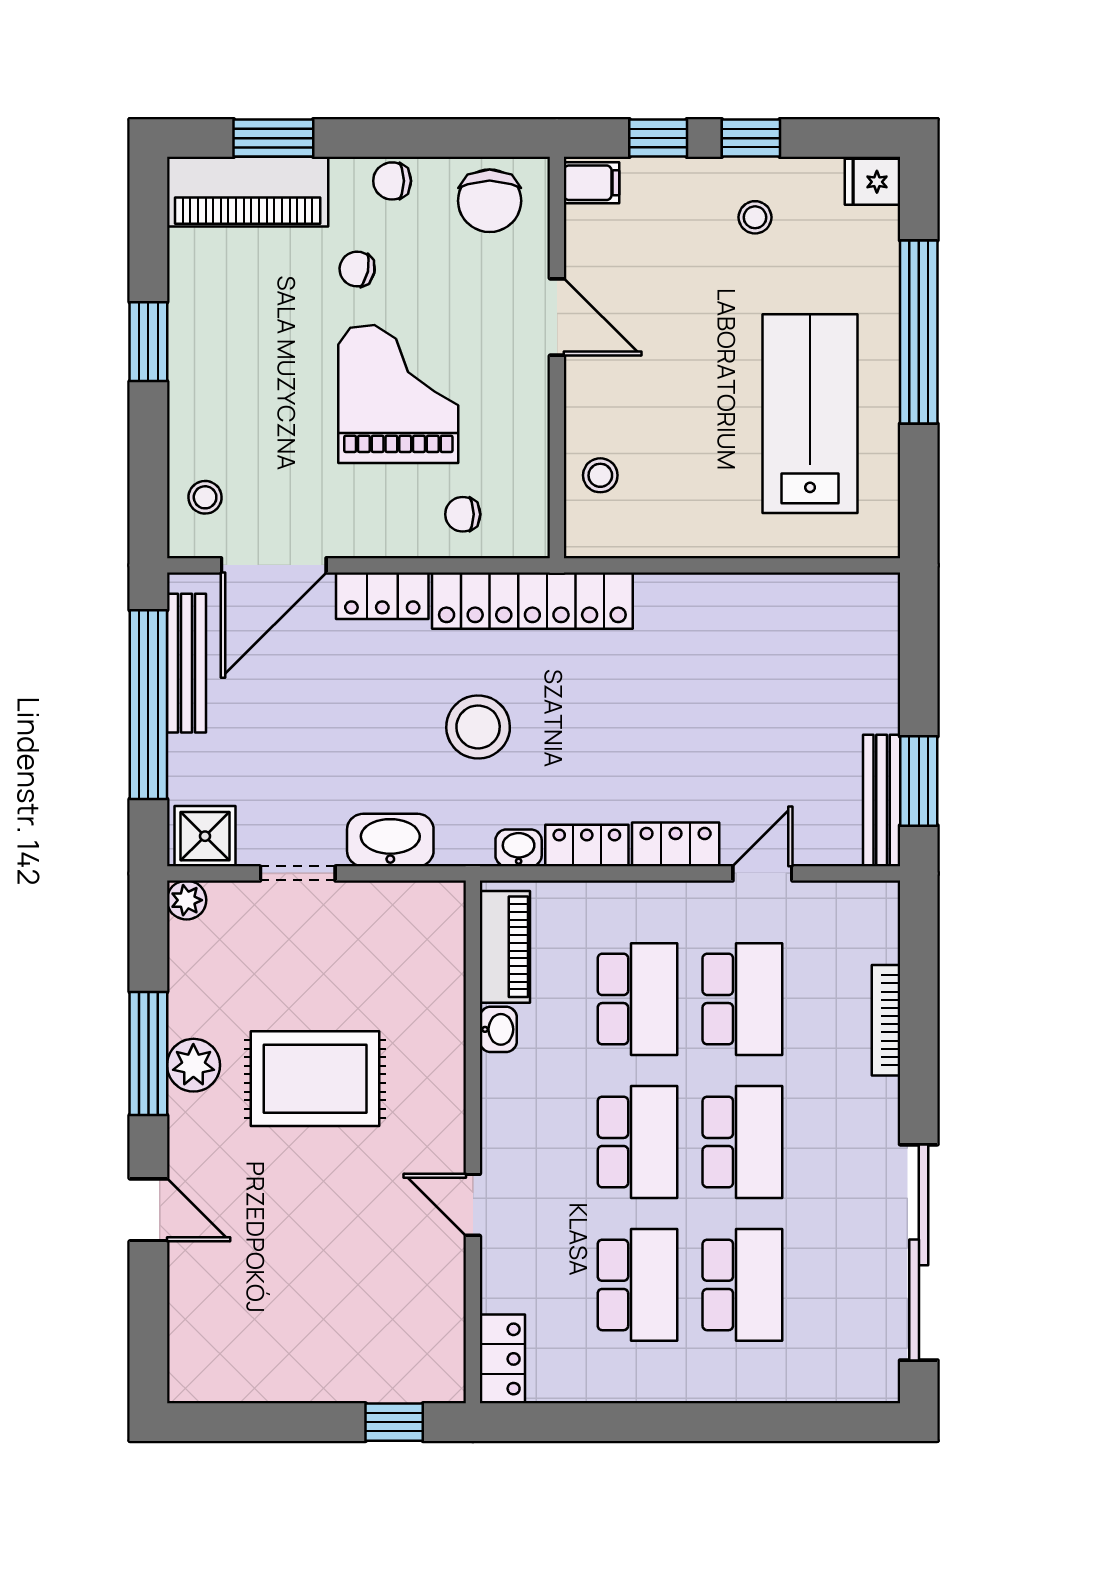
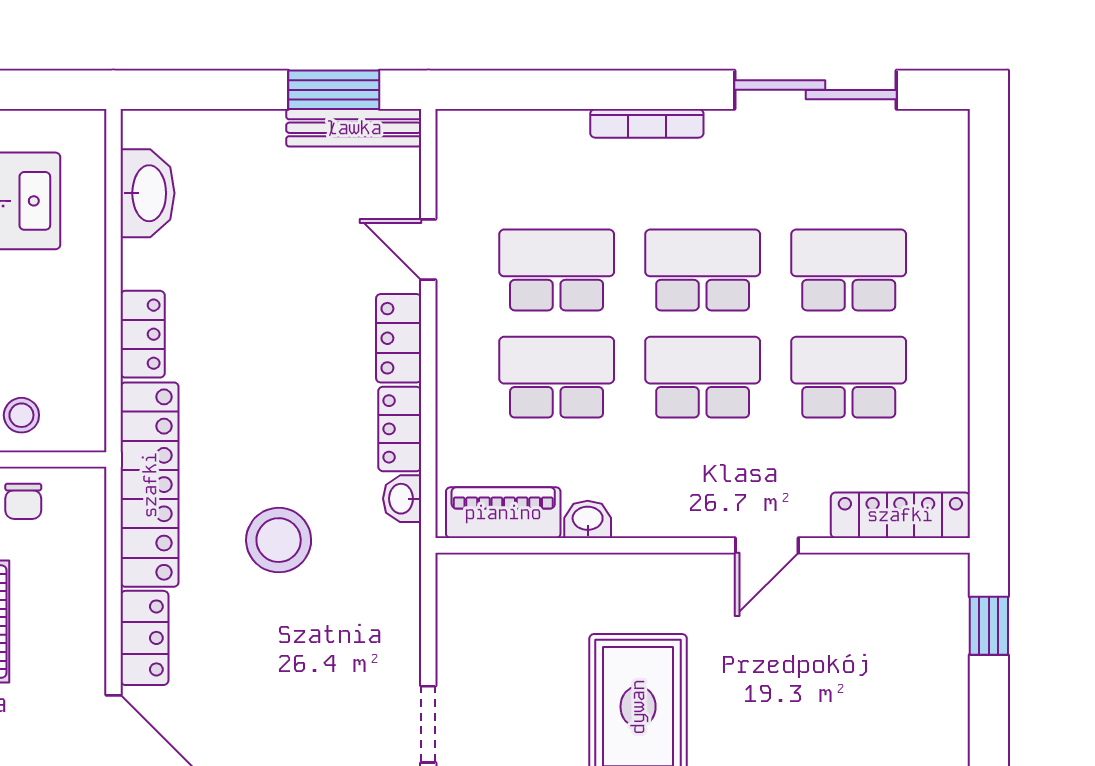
chair: (463, 514) -> (23, 501), moved
locker: (680, 594) -> (143, 334), added
washbasin: (390, 840) -> (148, 193), moved, turned 180
bookcase: (886, 1020) -> (647, 123), moved
sliding door: (919, 1252) -> (815, 90), width x0.73
locker: (502, 1359) -> (900, 515), width x1.53

